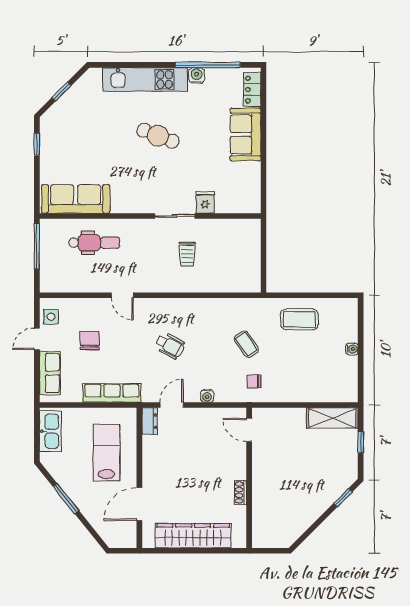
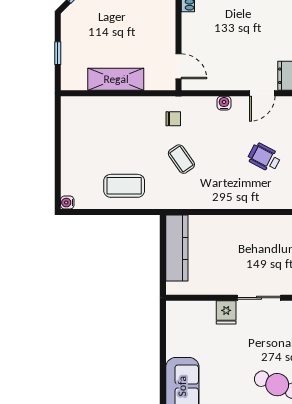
trolley: (187, 254) -> (245, 257), removed
kitchen counter: (251, 262) -> (177, 248), added
water cooler: (352, 349) -> (67, 203), moved
shelving: (332, 418) -> (116, 79), moved

